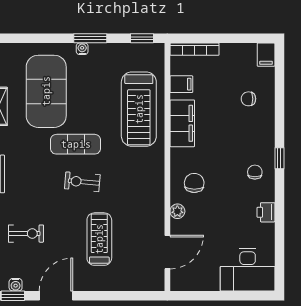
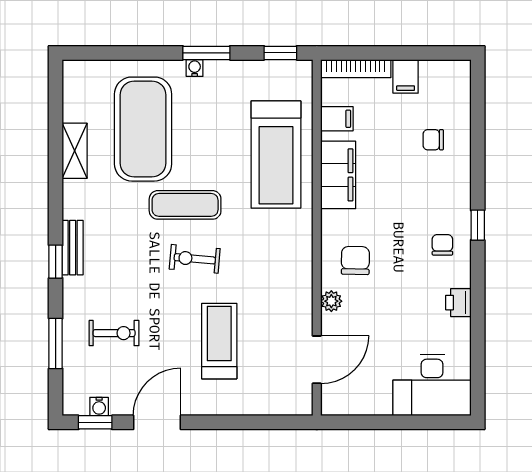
filing cabinet: (266, 55) -> (406, 76), moved

